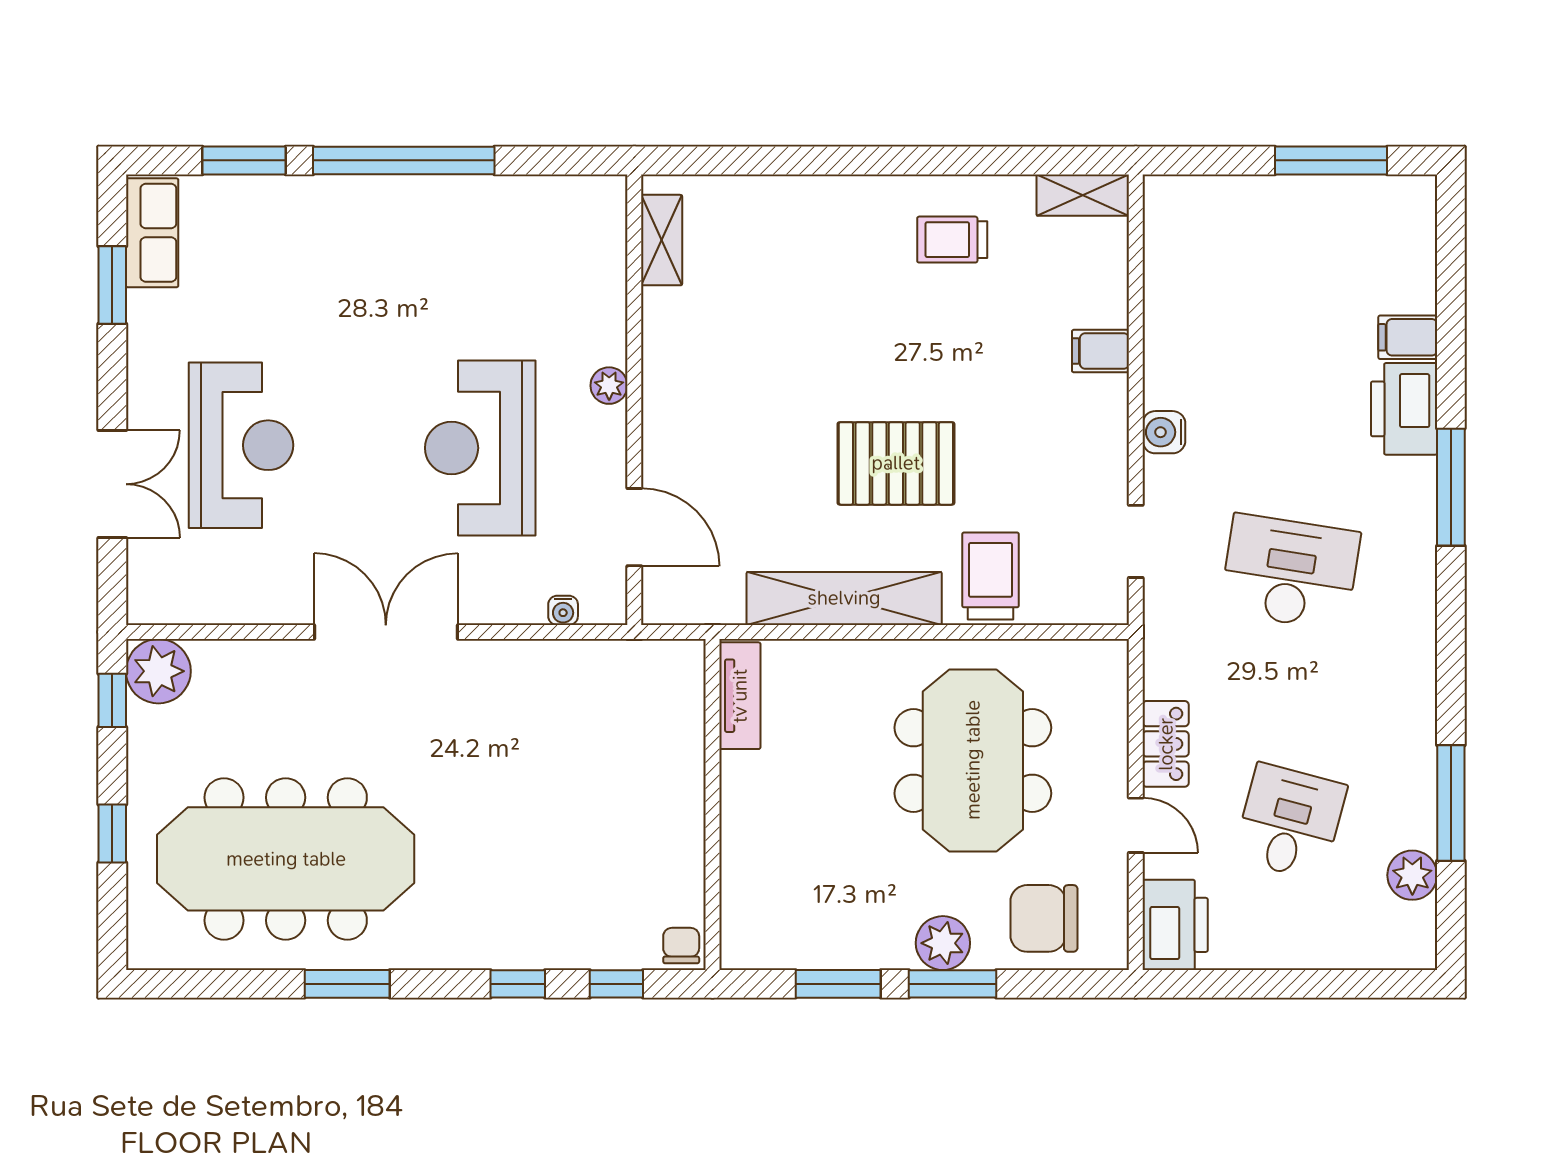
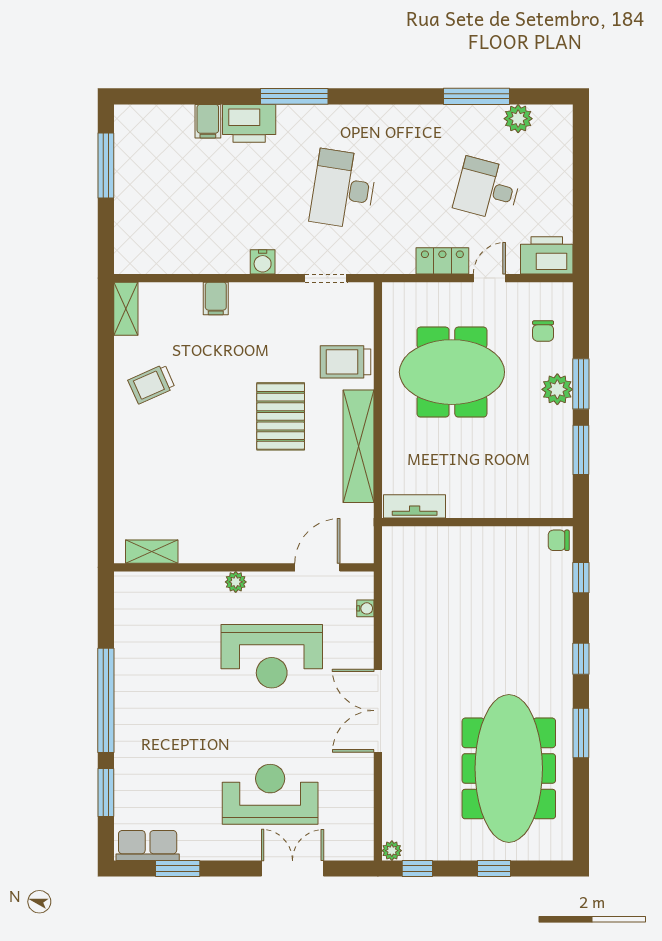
trolley: (952, 240) -> (151, 384), turned 66
plant: (158, 671) -> (392, 851), width x0.53, depth x0.53
chair: (1044, 918) -> (543, 331), width x0.54, depth x0.54
window: (518, 984) -> (581, 659), moved

